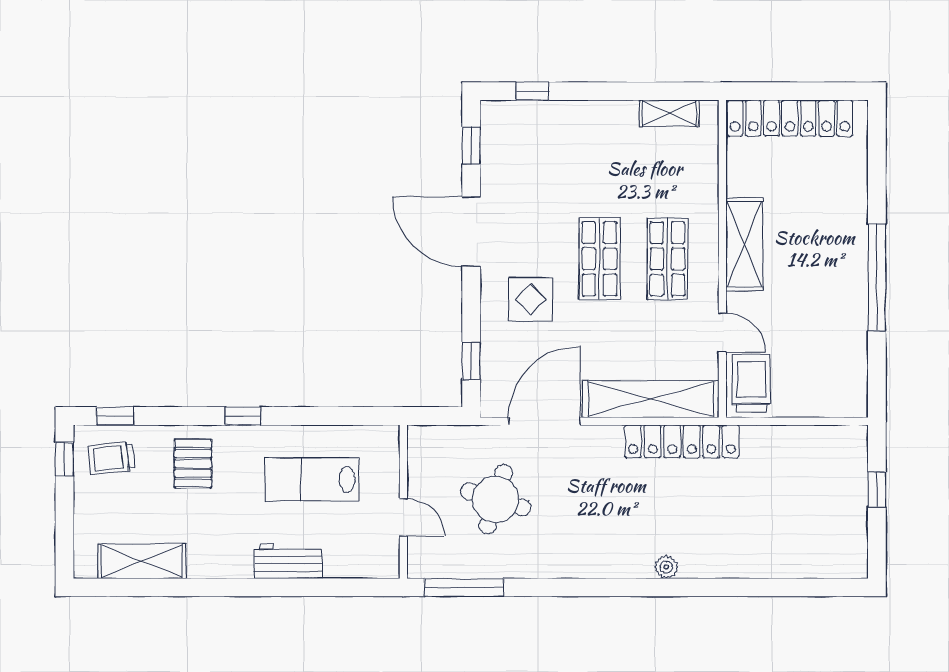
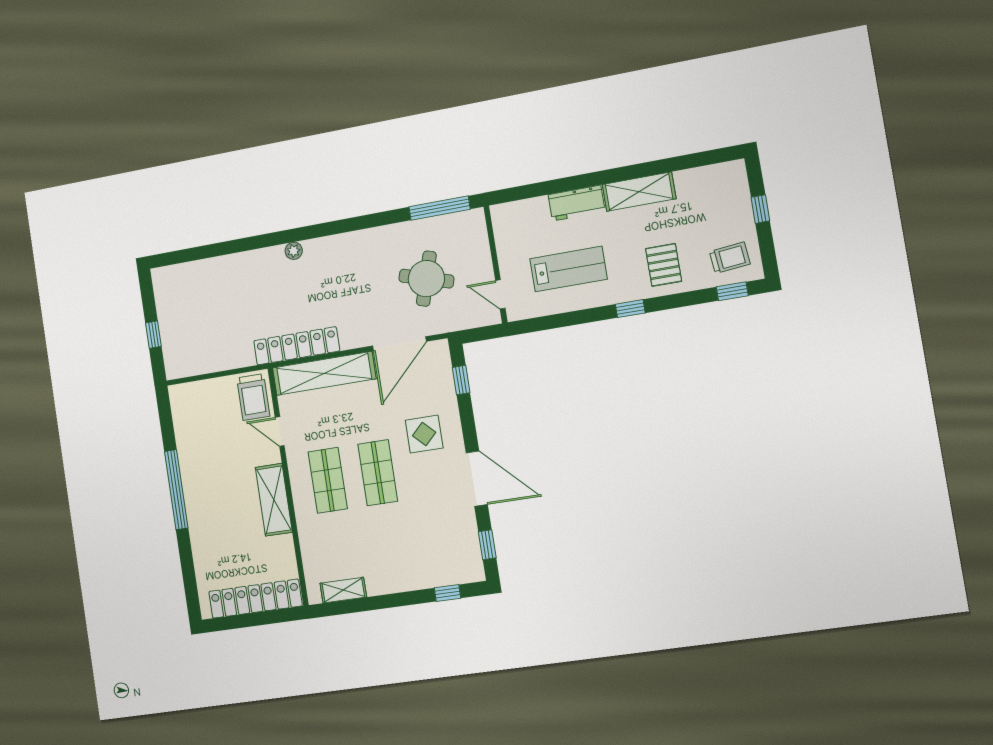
window: (64, 459) -> (760, 209), moved
door: (403, 517) -> (500, 294), moved
shelving: (142, 561) -> (639, 192), moved

